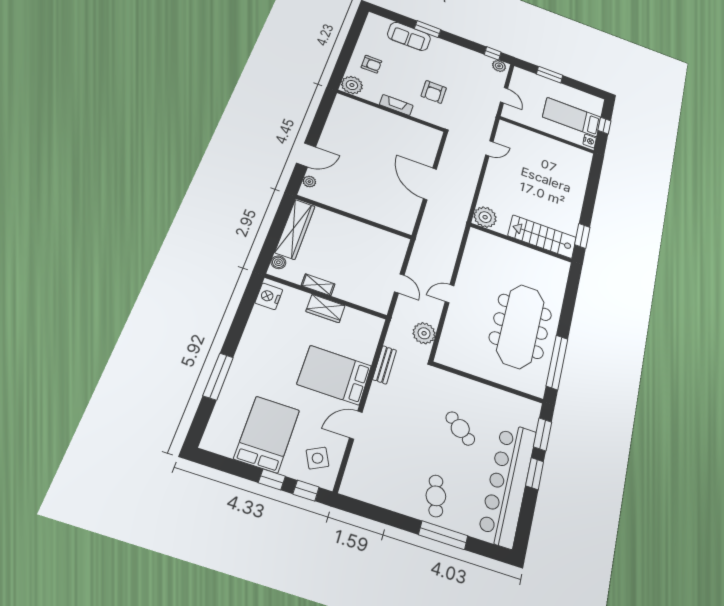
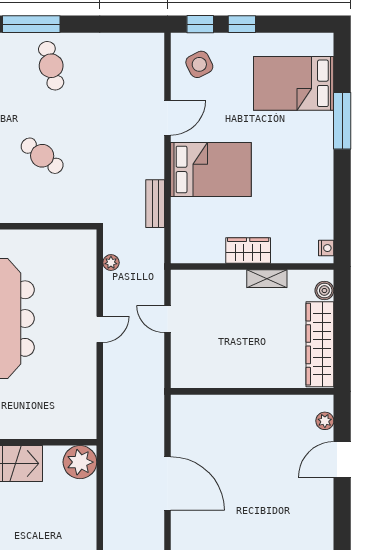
nightstand: (269, 296) -> (326, 248), width x0.53, depth x0.56
plant: (424, 333) -> (111, 263), width x0.53, depth x0.53
bed: (267, 434) -> (294, 83), moved, turned 90

